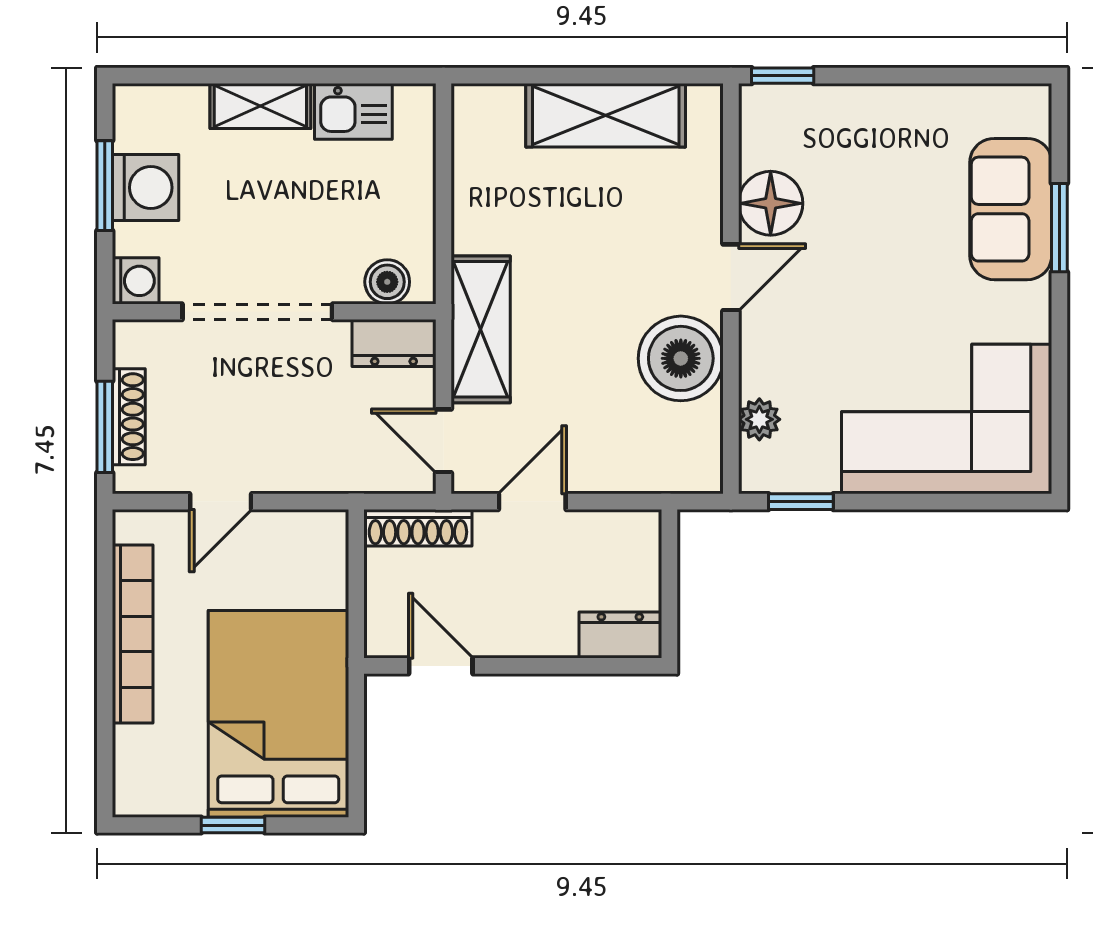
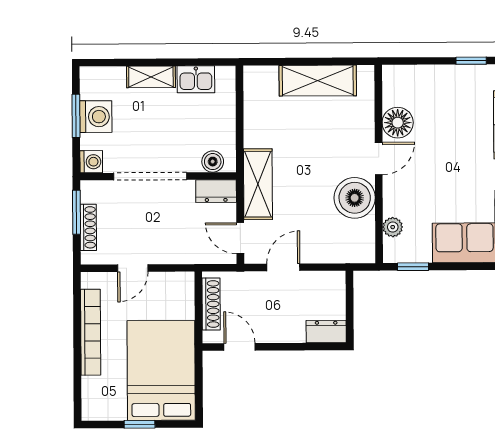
window: (783, 76) -> (471, 61), moved
window: (105, 427) -> (77, 212), moved
shoe rack: (418, 528) -> (211, 304), moved, turned -90

